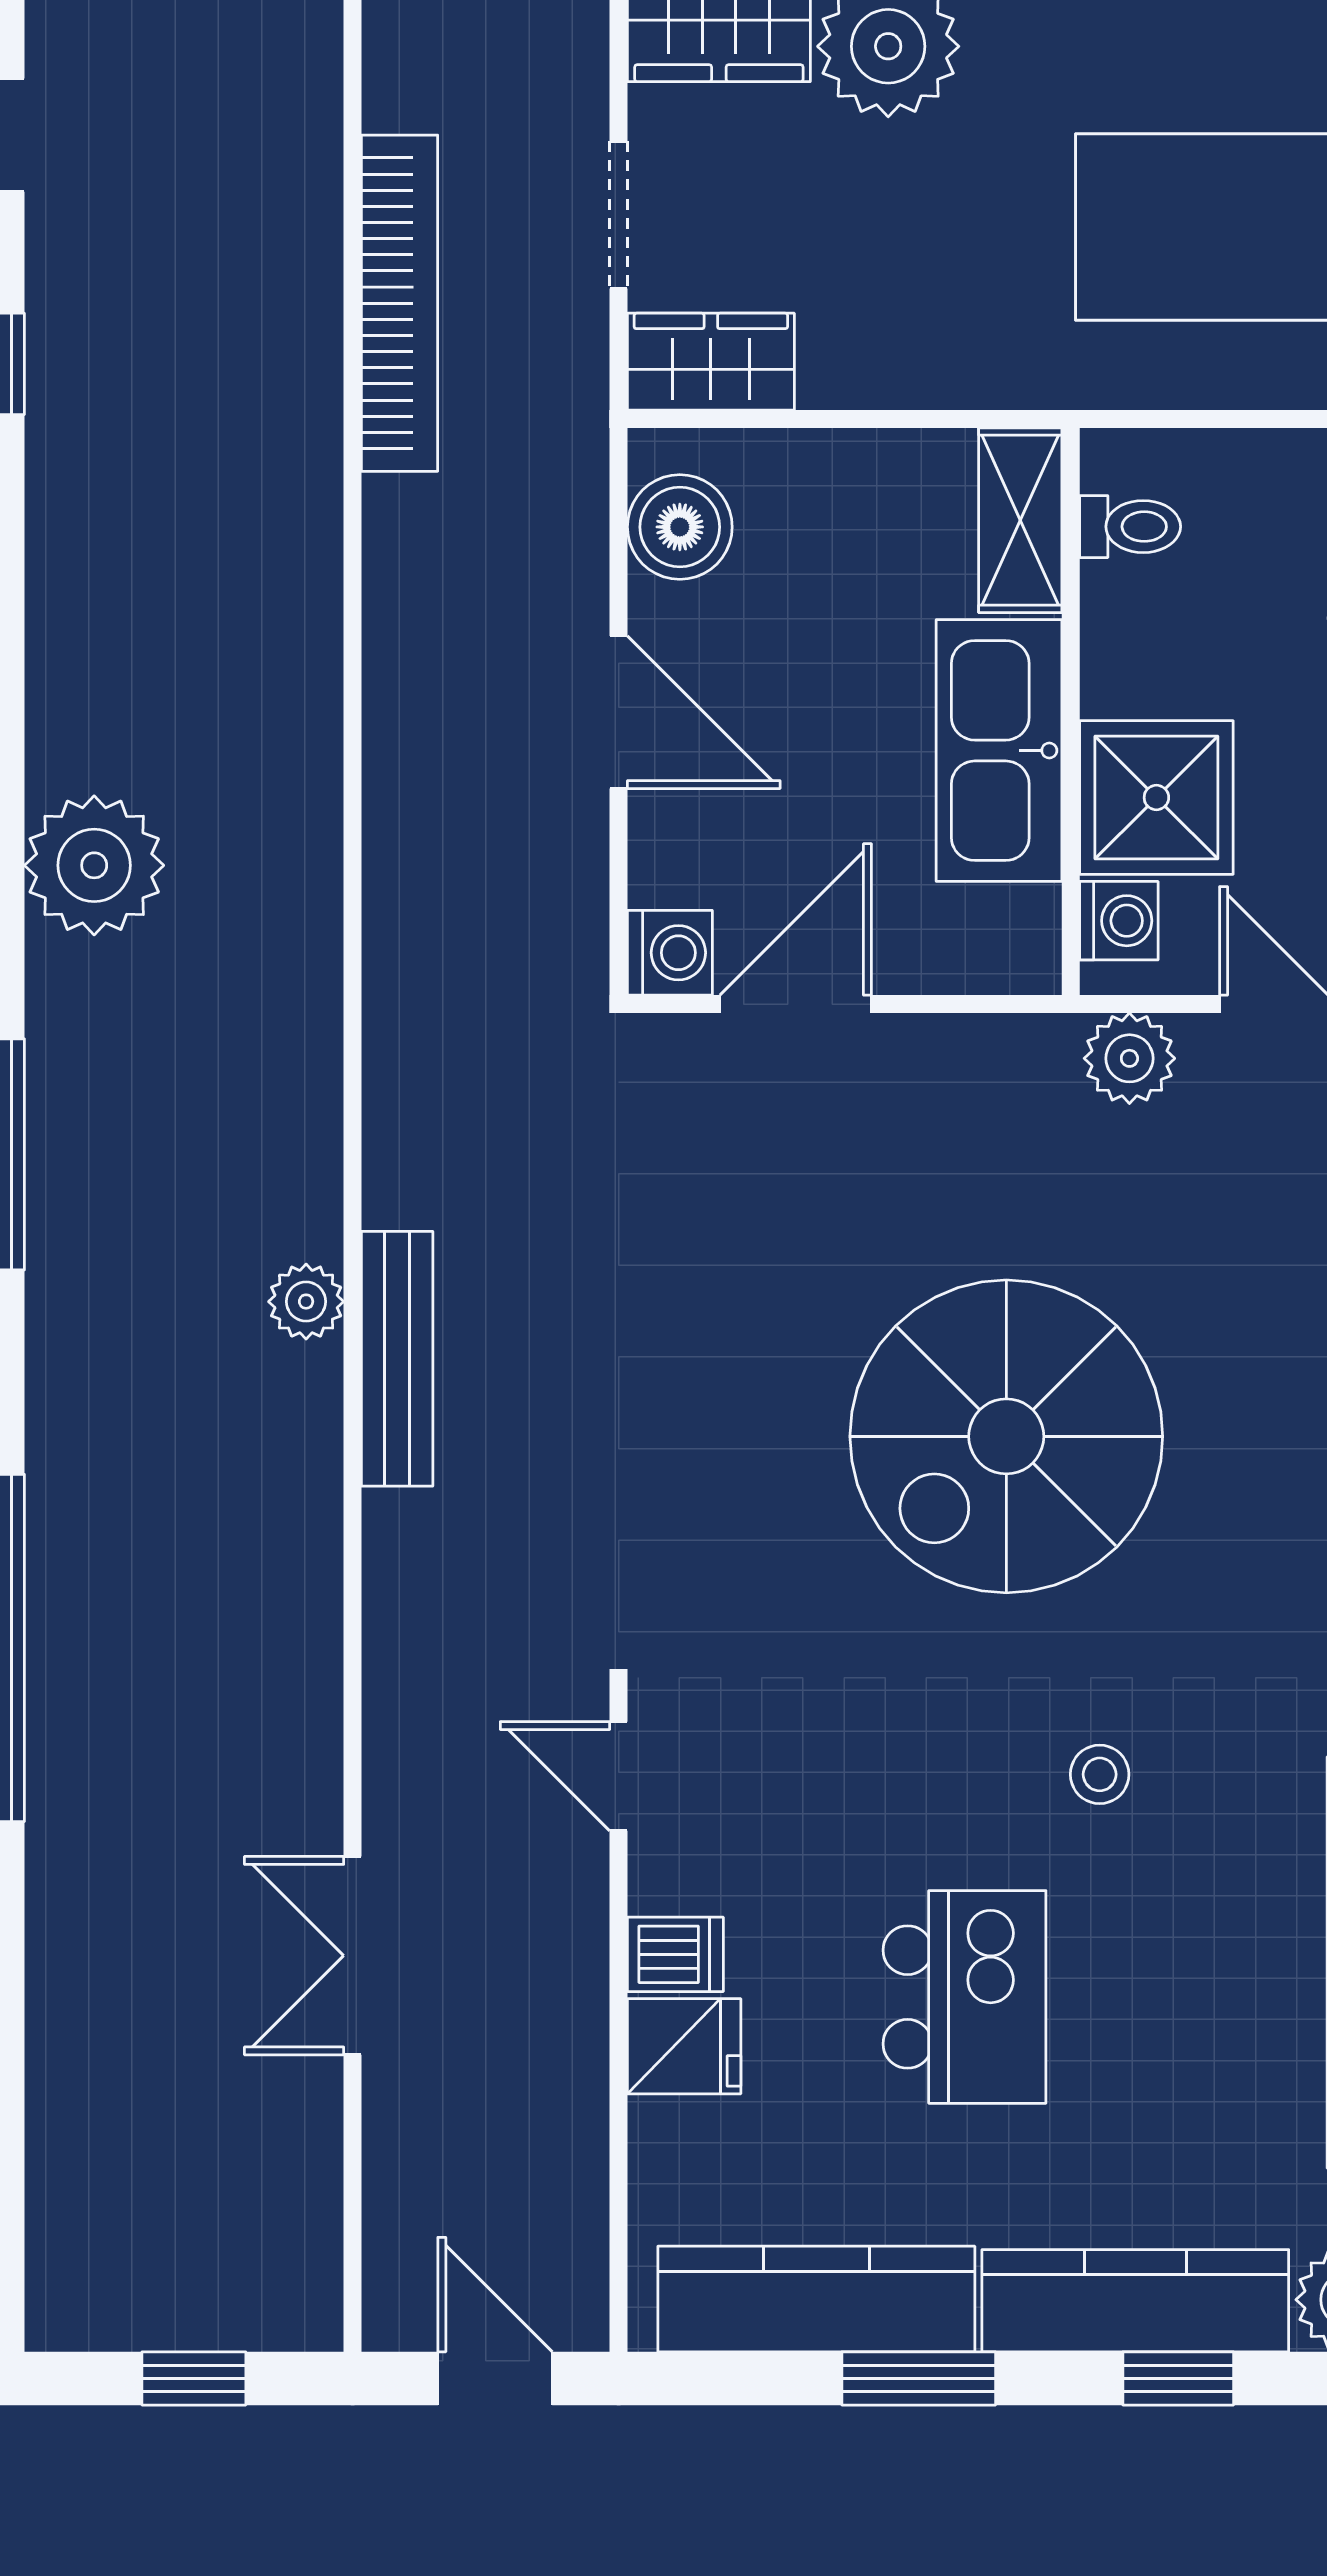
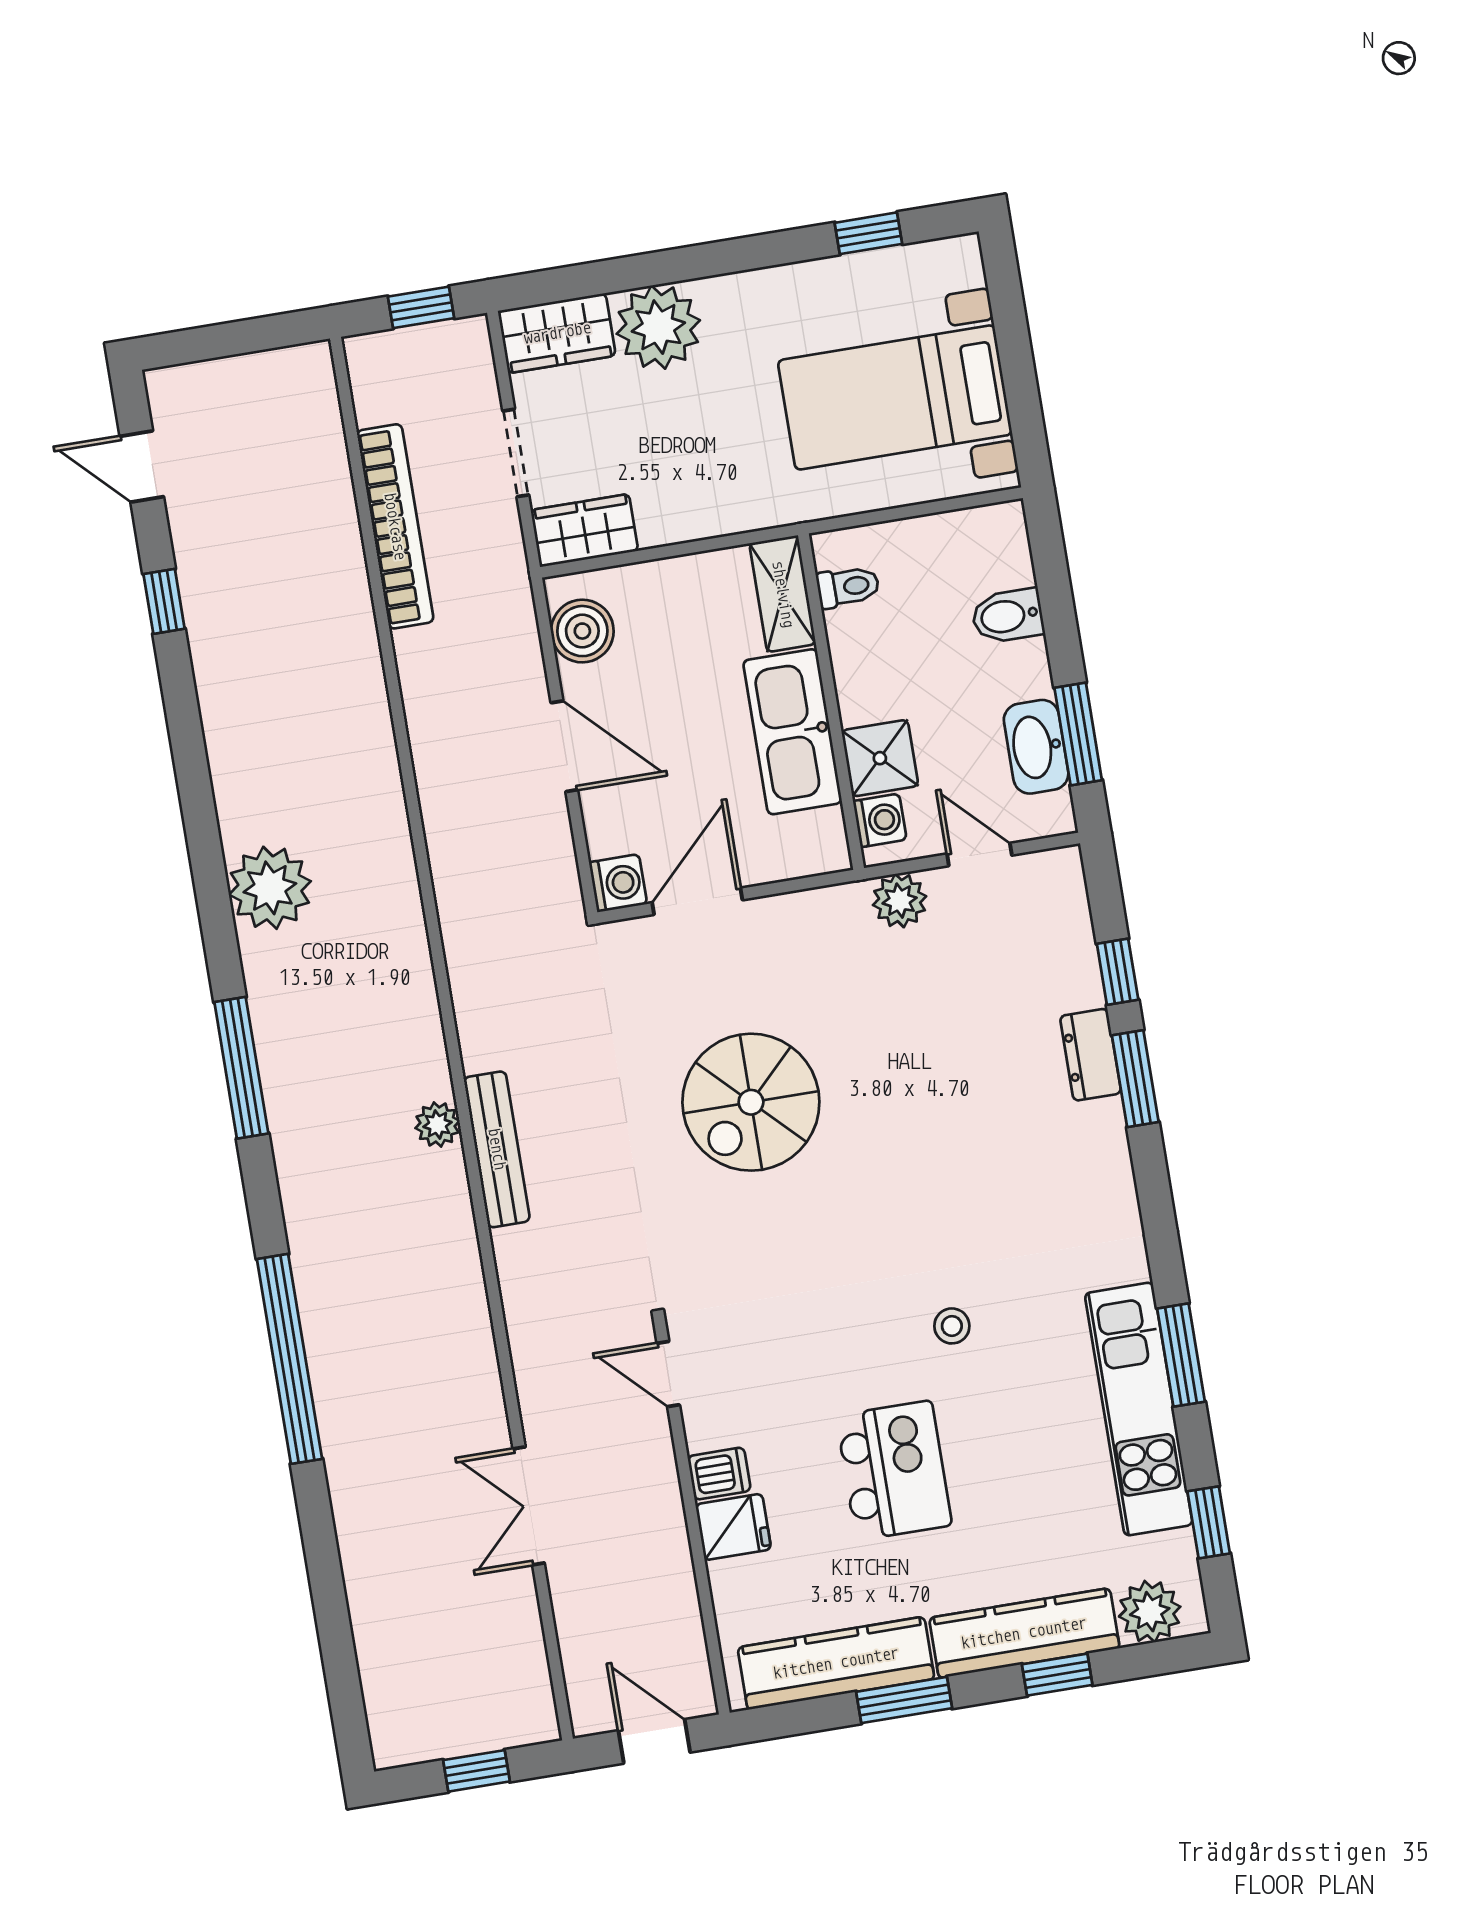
shower: (1156, 798) -> (880, 758), width x0.73, depth x0.73
spiral stairs: (1006, 1436) -> (751, 1102), moved, width x0.73, depth x0.73

